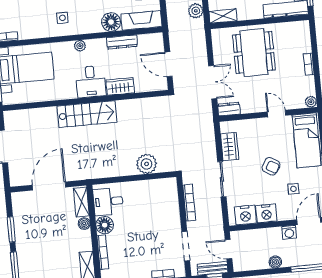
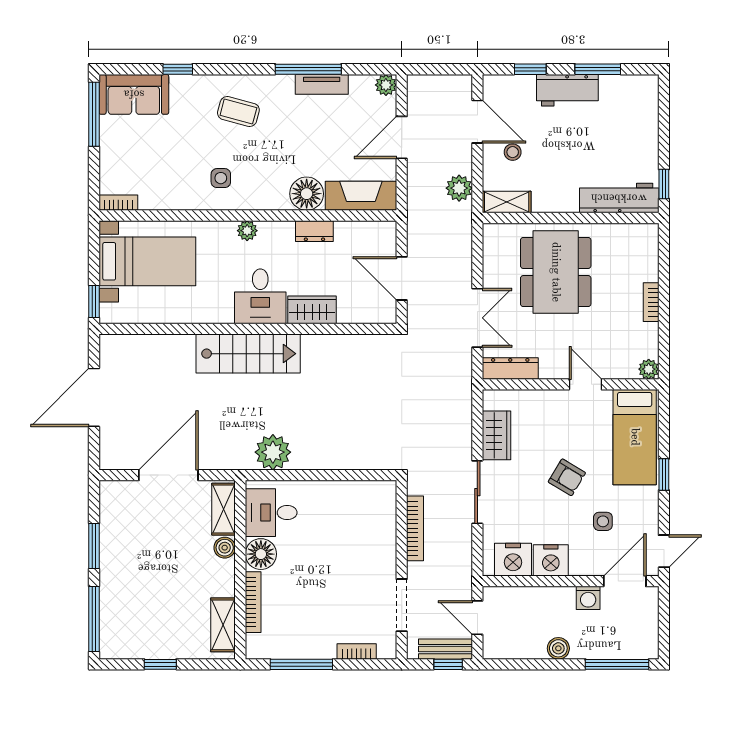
dresser: (122, 42) -> (314, 231), width x0.70
dresser: (229, 109) -> (510, 368), width x1.44
plant: (147, 164) -> (273, 452), moved

